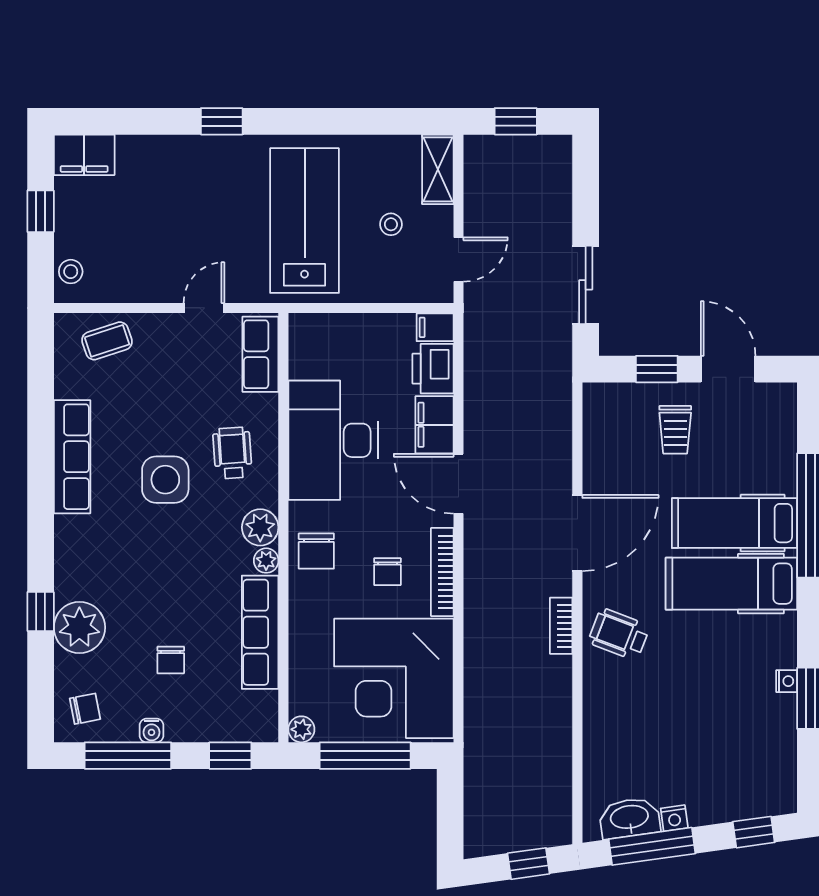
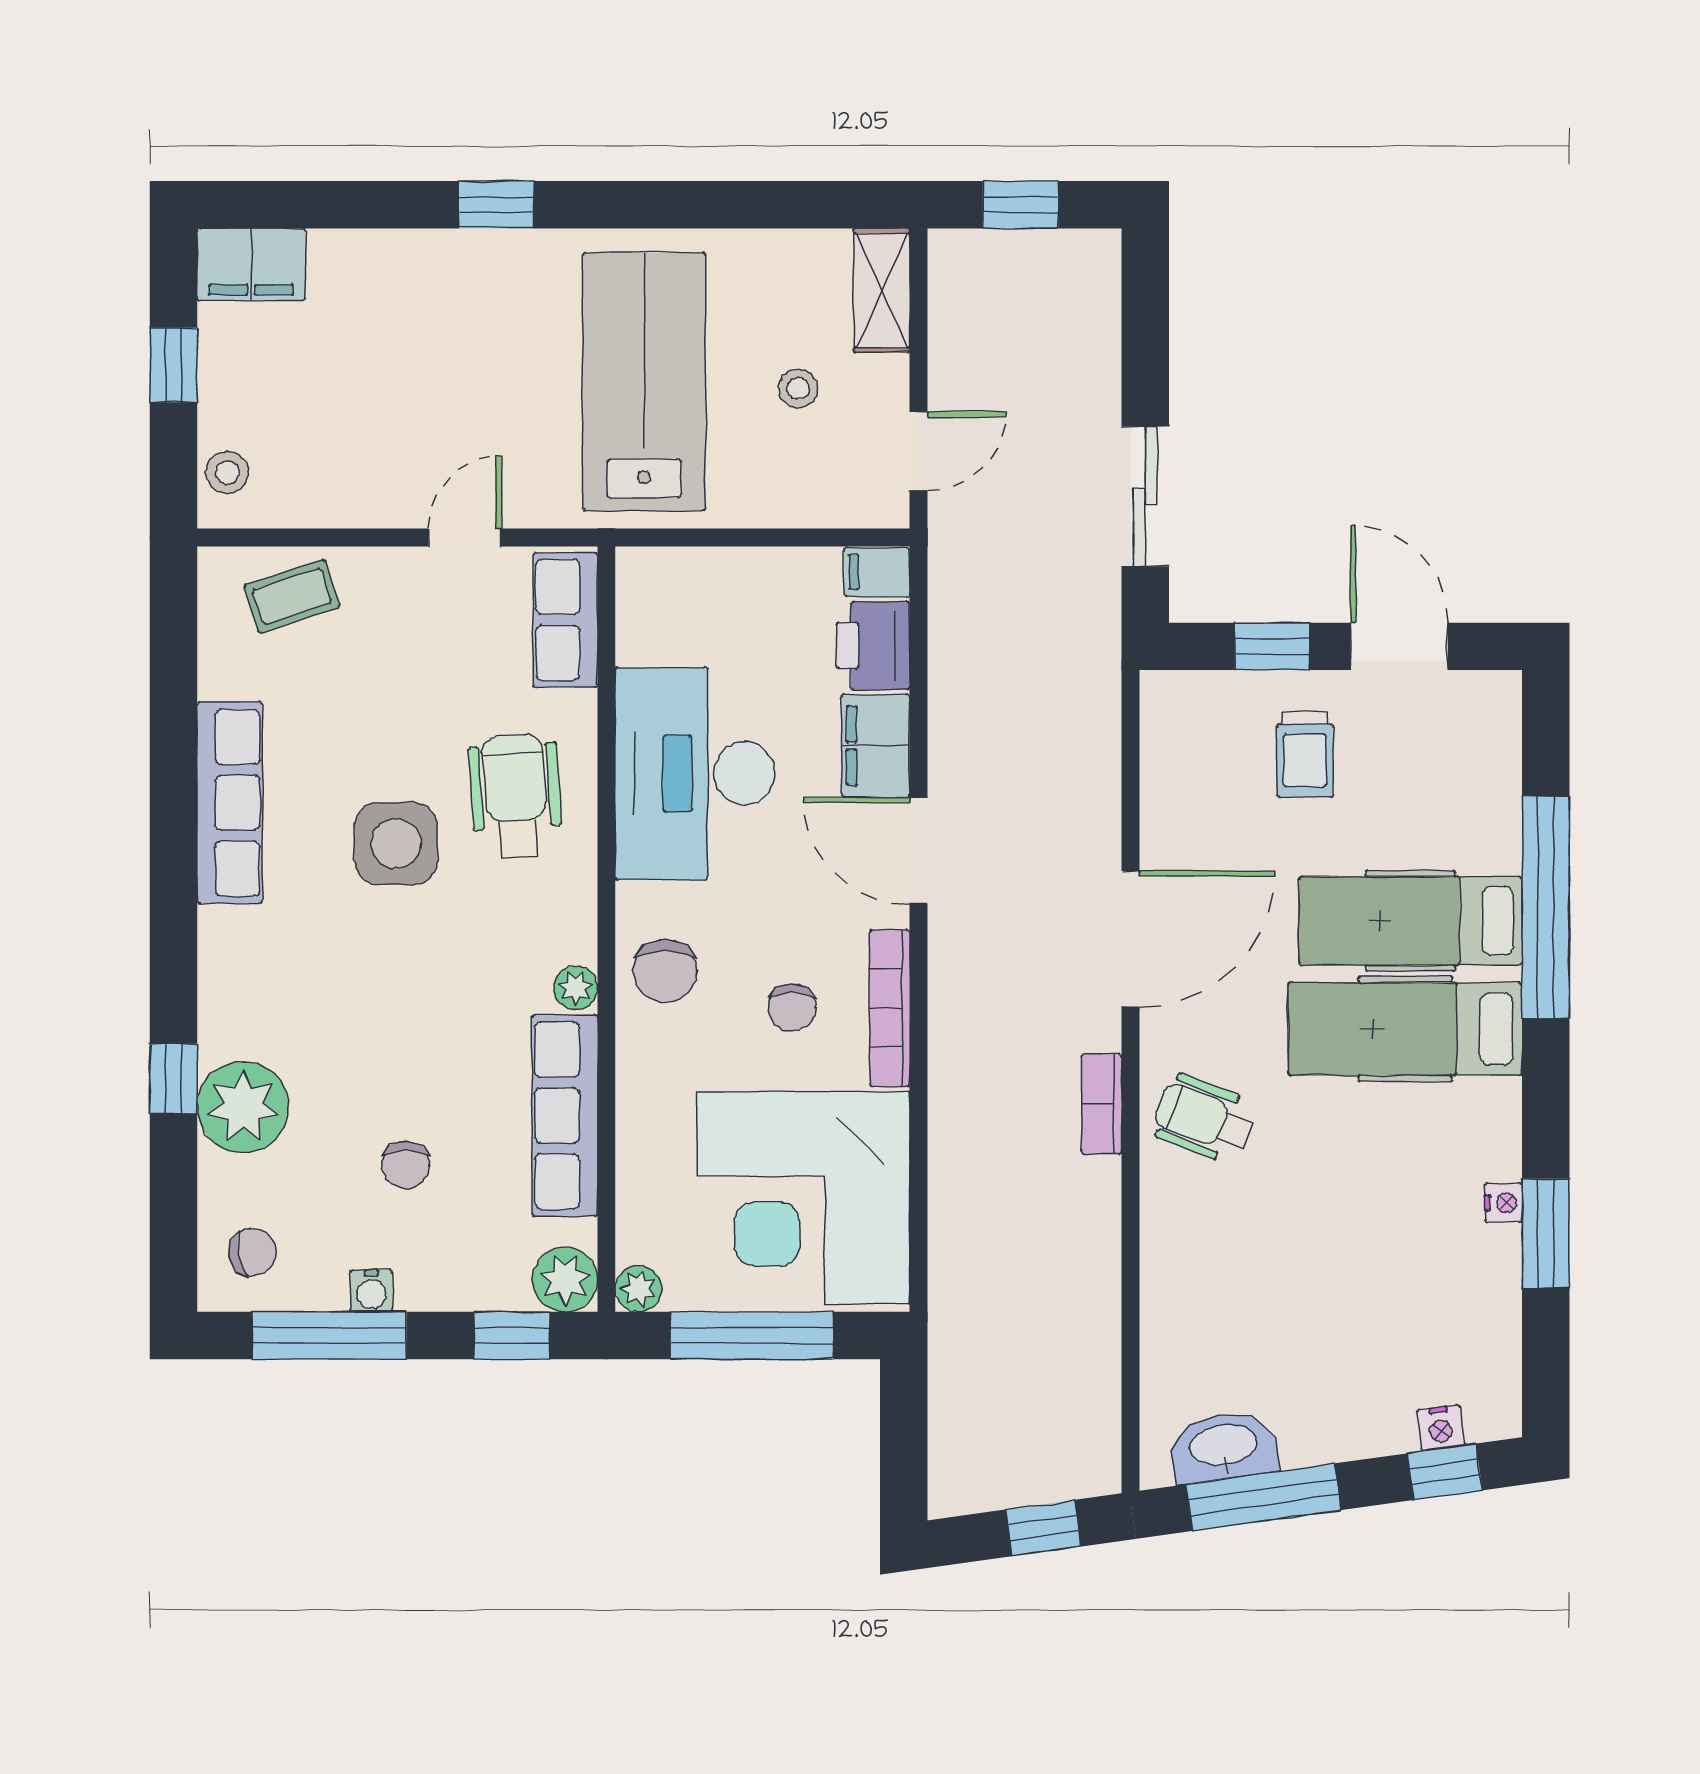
wheelchair: (232, 453) -> (516, 796), width x1.36, depth x1.37
plant: (260, 527) -> (565, 1279), moved
nightstand: (674, 818) -> (1441, 1428), moved

